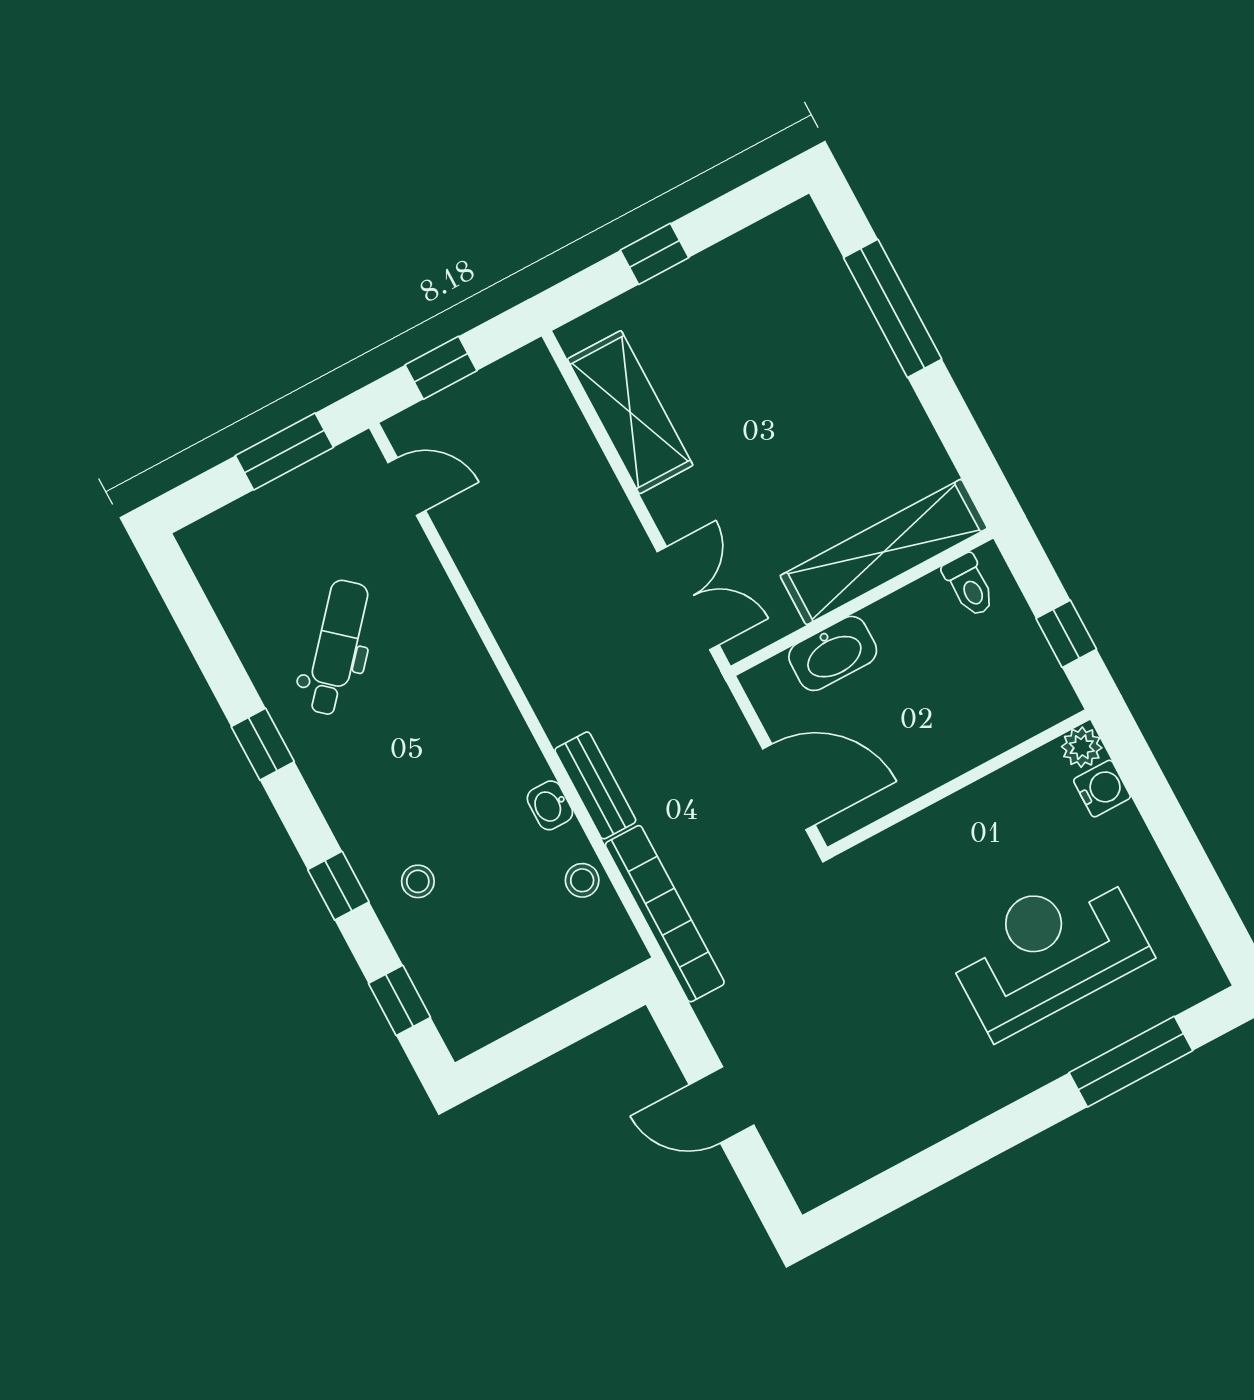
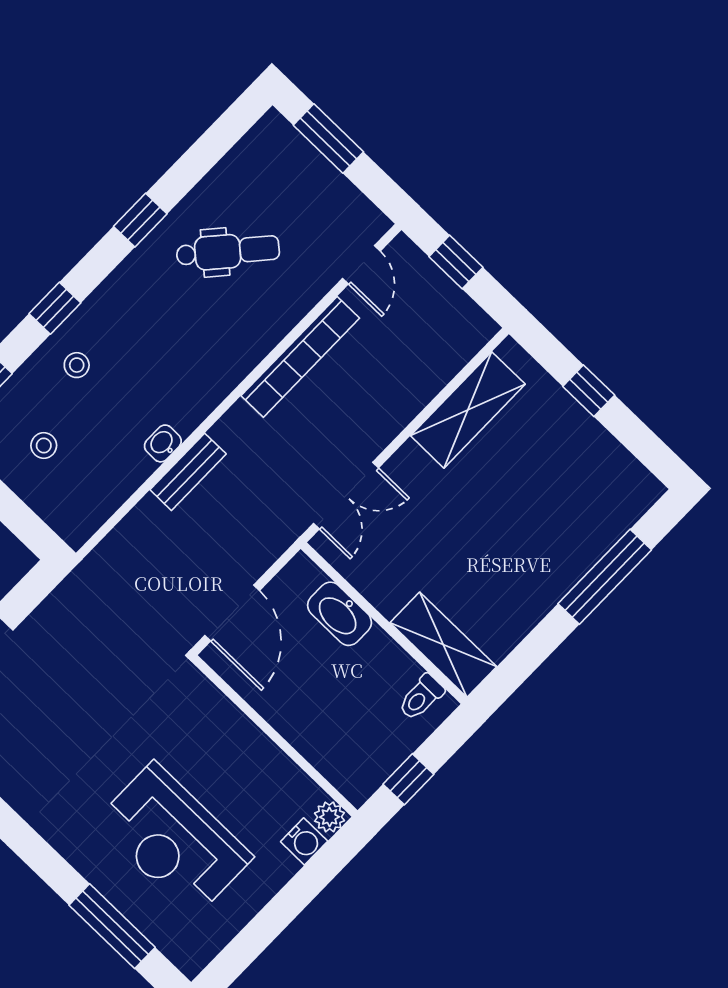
window: (284, 451) -> (328, 138), moved
shelving: (884, 552) -> (443, 645), width x0.68
stool: (582, 880) -> (44, 445), moved
bookcase: (665, 914) -> (300, 357), moved
reception desk: (1048, 950) -> (174, 840), turned 180

